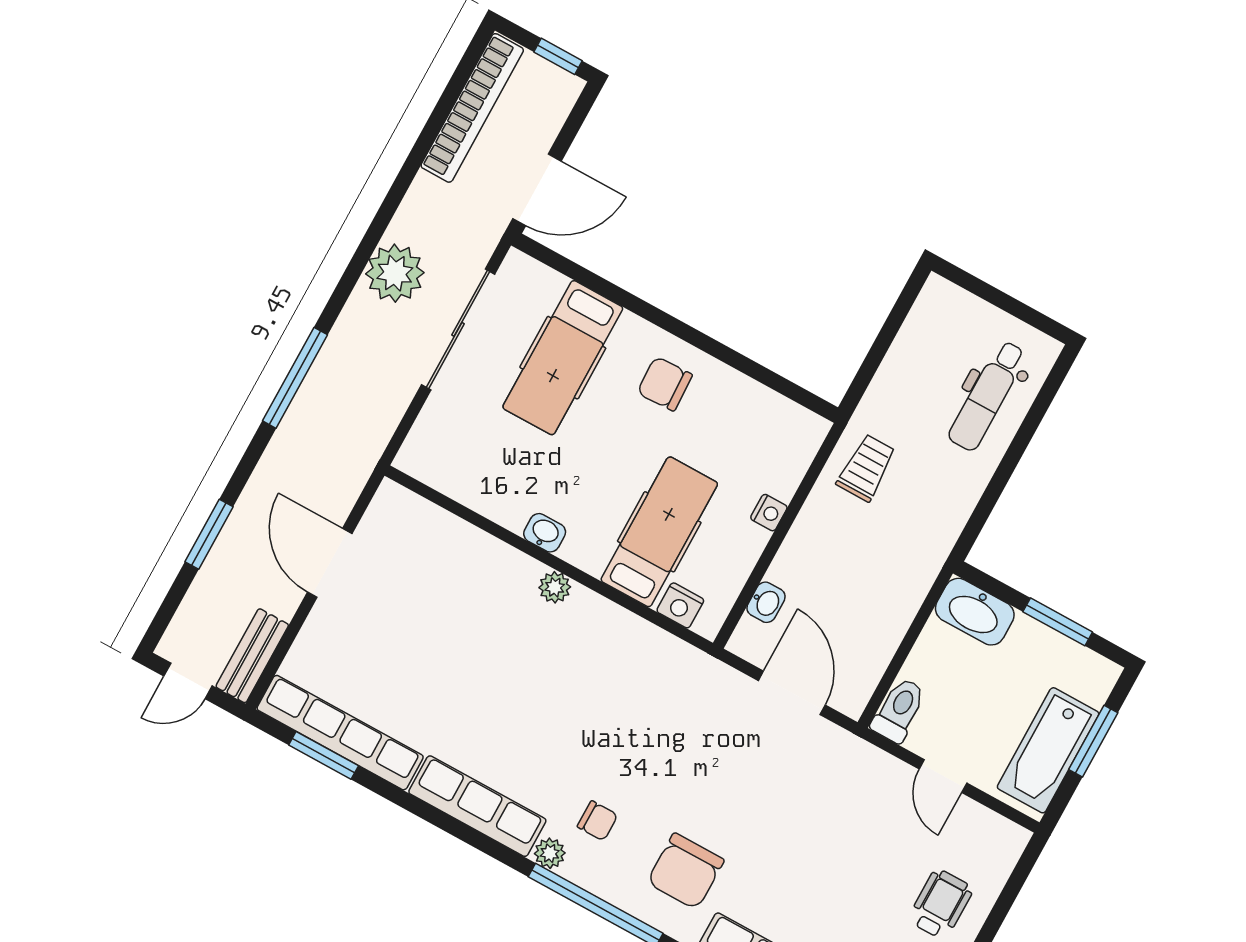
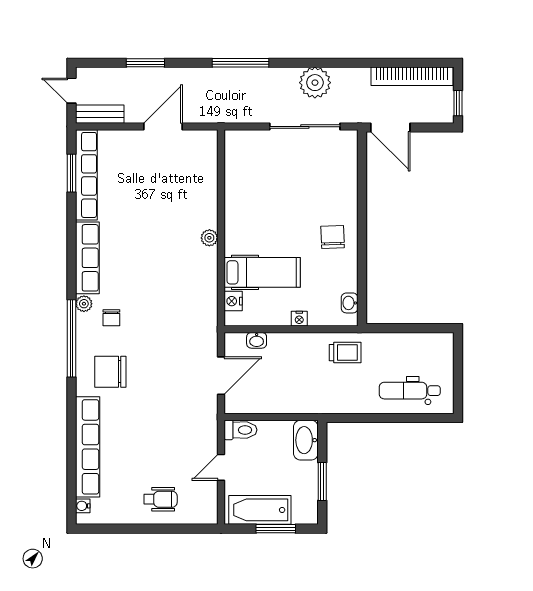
hospital bed: (563, 358) -> (319, 183), removed
washbasin: (545, 533) -> (350, 303), moved, turned 180

